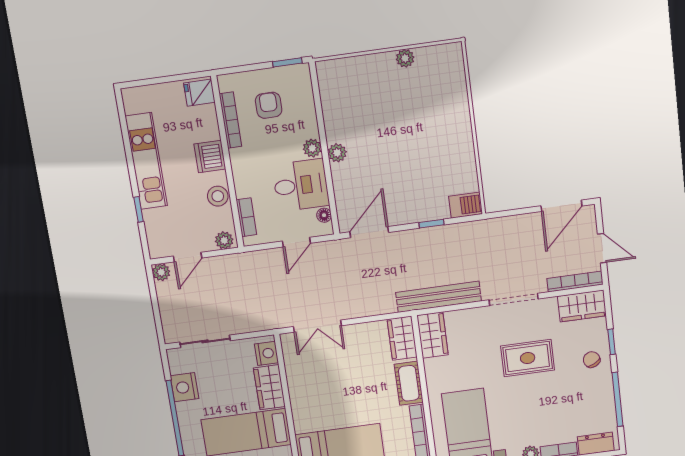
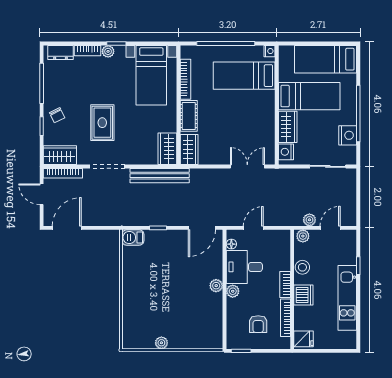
bookcase: (246, 217) -> (285, 285), moved
plant: (161, 272) -> (309, 220), moved
rug: (528, 358) -> (102, 123), turned 90

